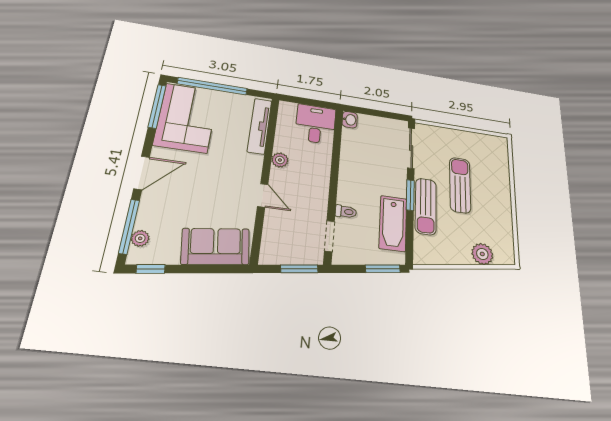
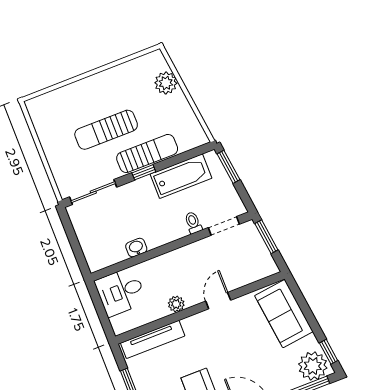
washbasin: (350, 120) -> (136, 248), moved
window: (410, 195) -> (144, 172), width x0.67
plant: (140, 238) -> (313, 366), width x1.87, depth x1.87

